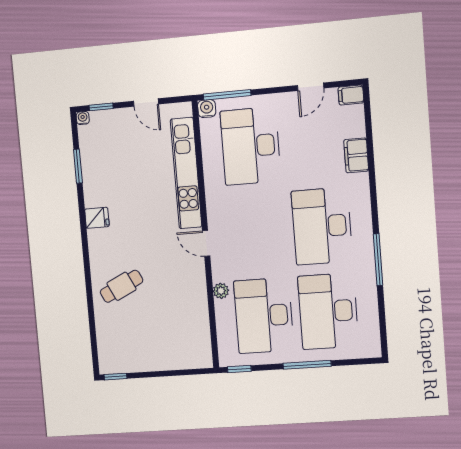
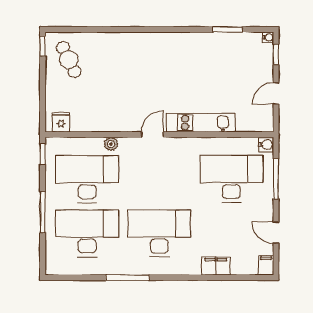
window: (227, 95) -> (276, 179), moved
kitchen unit: (186, 173) -> (201, 123), width x0.73
fridge: (97, 218) -> (61, 122), moved, turned 180
cafe table: (121, 286) -> (69, 60), moved

